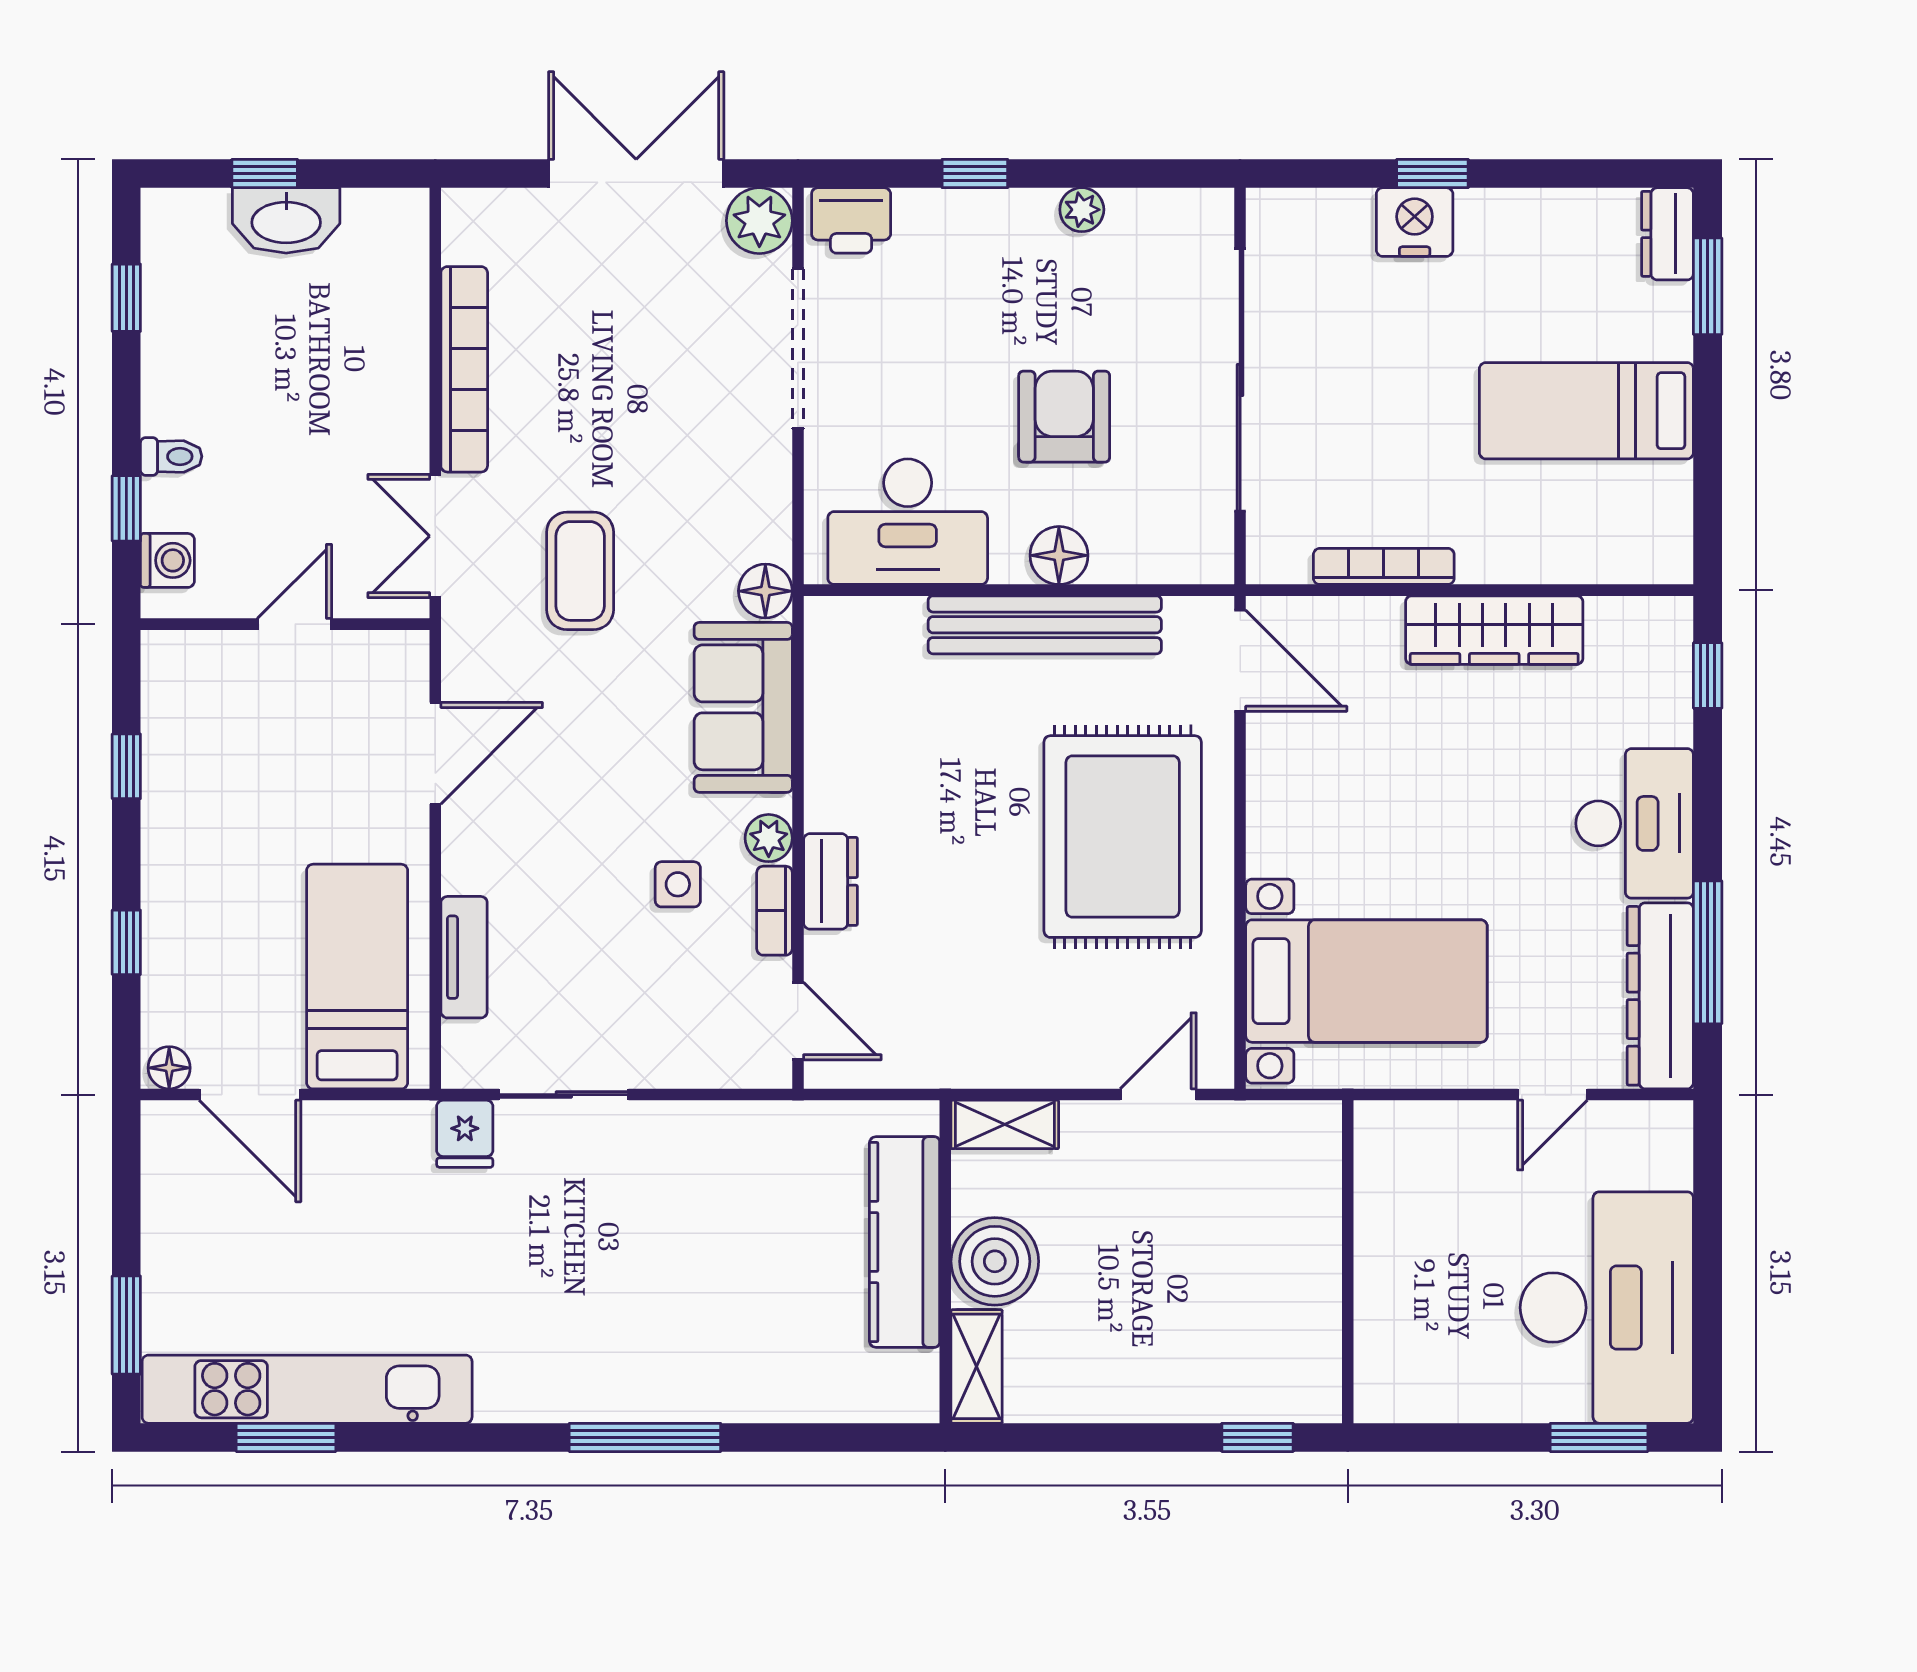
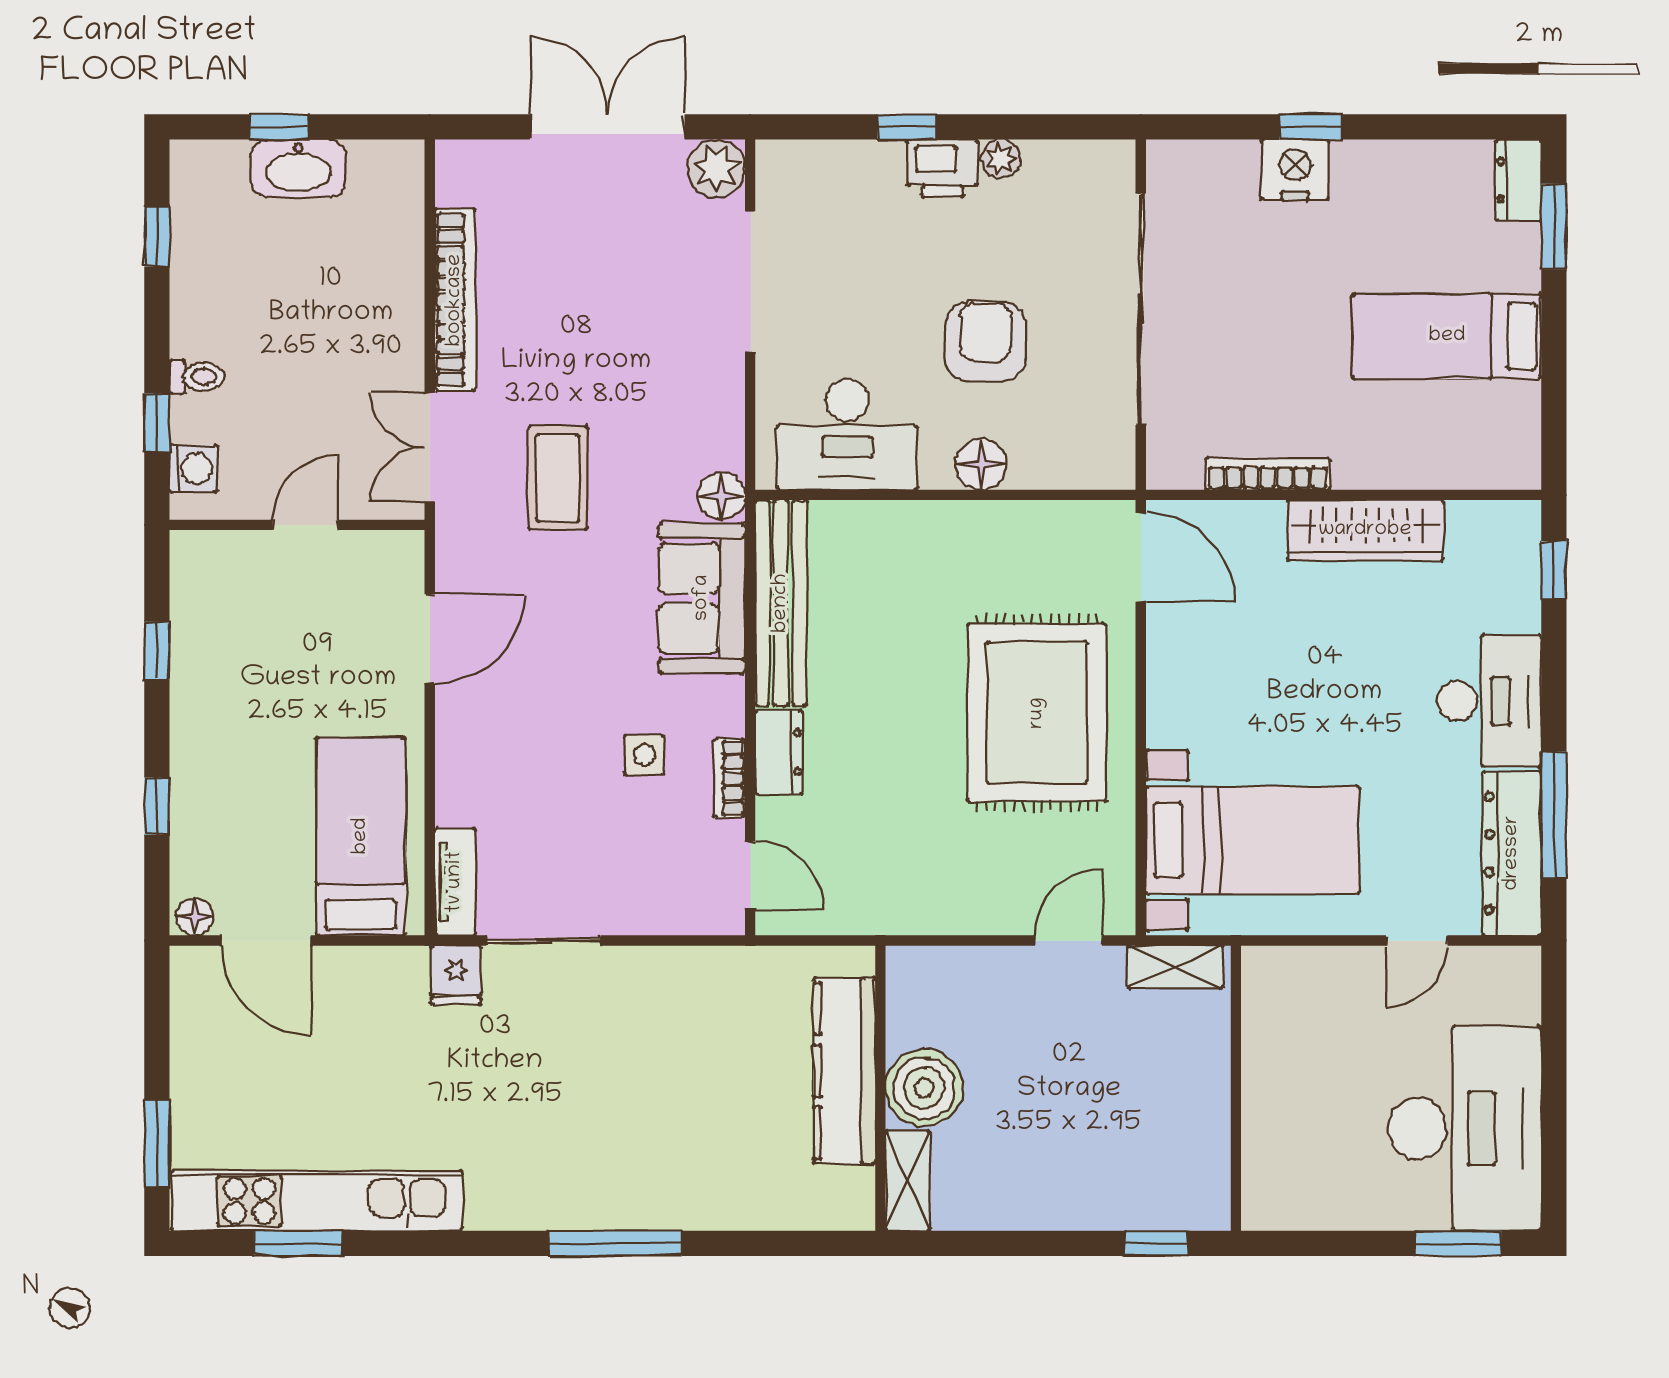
printer: (851, 220) -> (943, 168), moved
bench: (1045, 625) -> (781, 603), moved, turned 90
plant: (769, 838) -> (724, 714), removed
tv unit: (464, 957) -> (455, 882), moved
shelving: (1005, 1124) -> (1175, 967), moved

